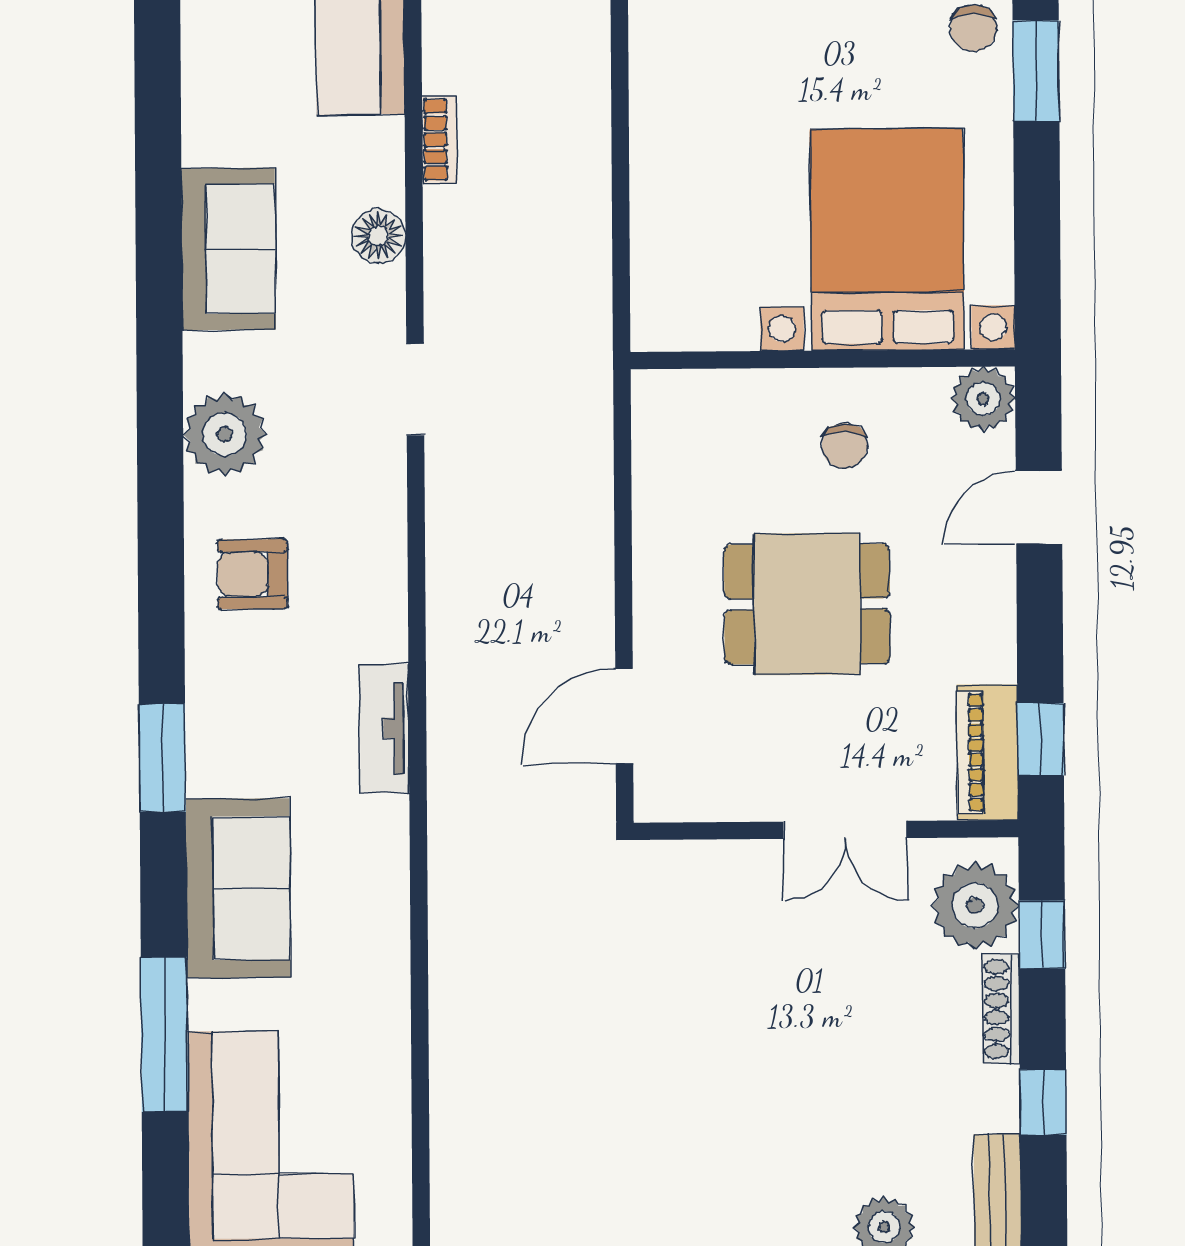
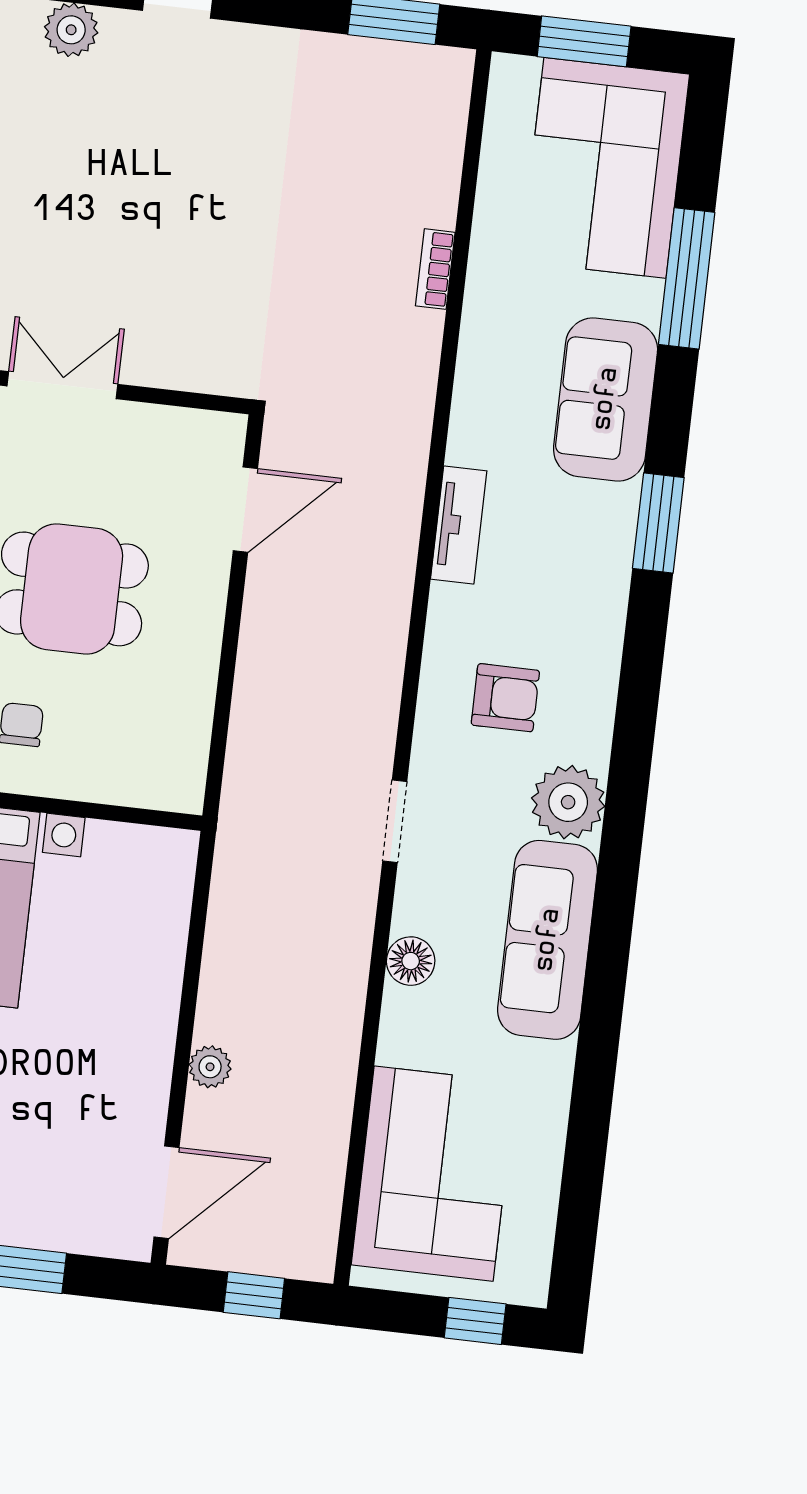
plant: (587, 91) -> (210, 1067), added
bookcase: (440, 140) -> (435, 269), moved
sofa: (229, 249) -> (548, 940), width x1.36
armchair: (253, 574) -> (505, 698), moved

